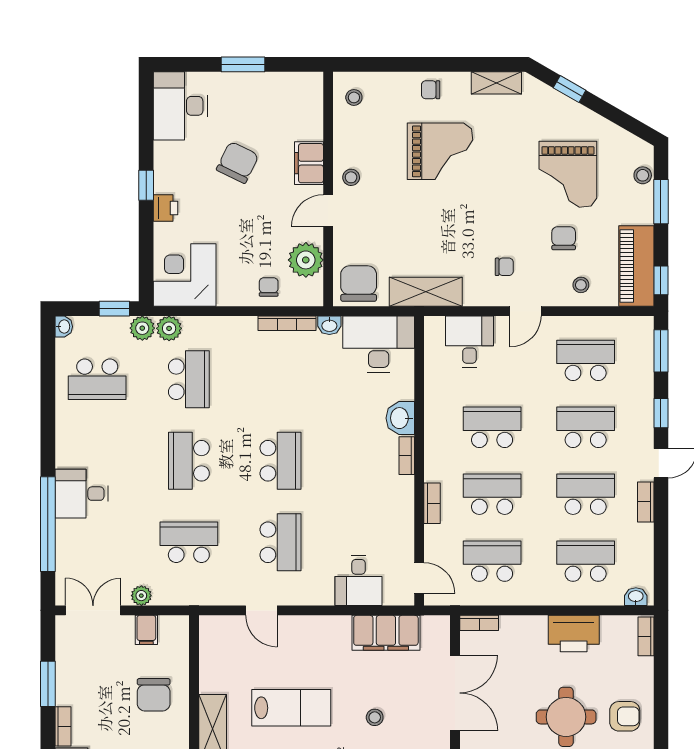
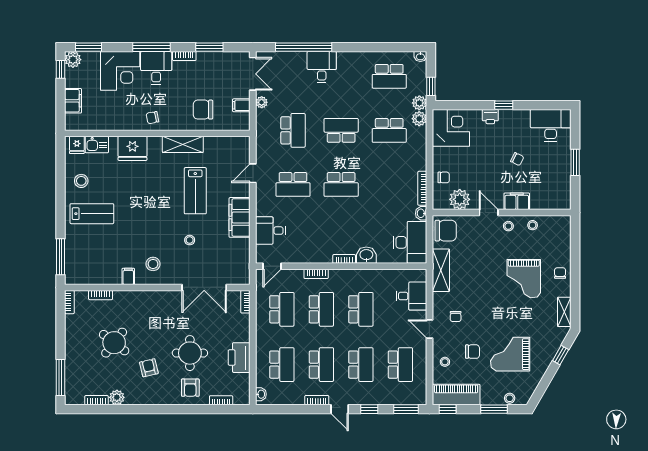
stool: (354, 97) -> (533, 225), moved
chair: (238, 162) -> (517, 159), width x0.54, depth x0.54
school desk: (97, 379) -> (389, 76), turned -90
filing cabinet: (386, 633) -> (240, 217), moved
bookcase: (646, 636) -> (221, 400), moved

